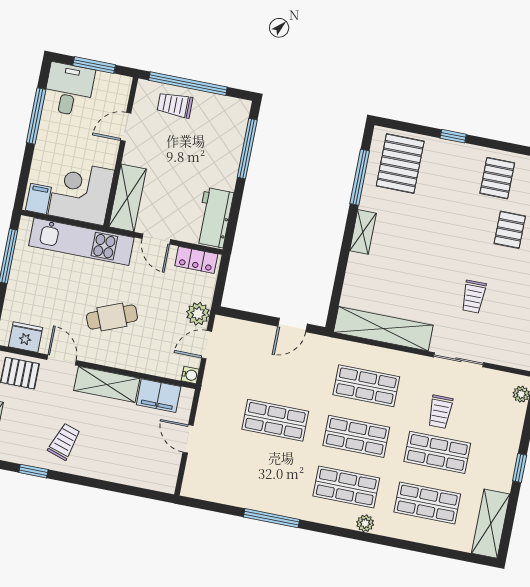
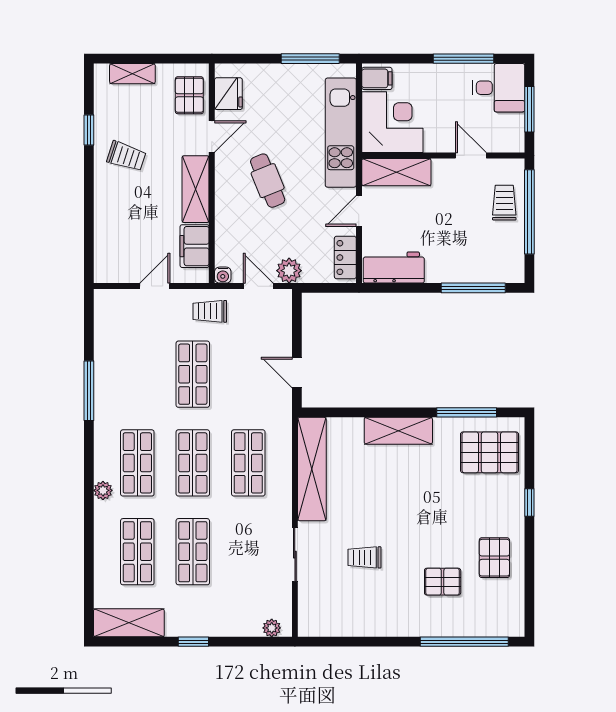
pallet: (497, 178) -> (494, 558), turned 90
shelving: (363, 232) -> (398, 431), width x1.50, depth x1.33
trolley: (440, 412) -> (210, 311), moved

